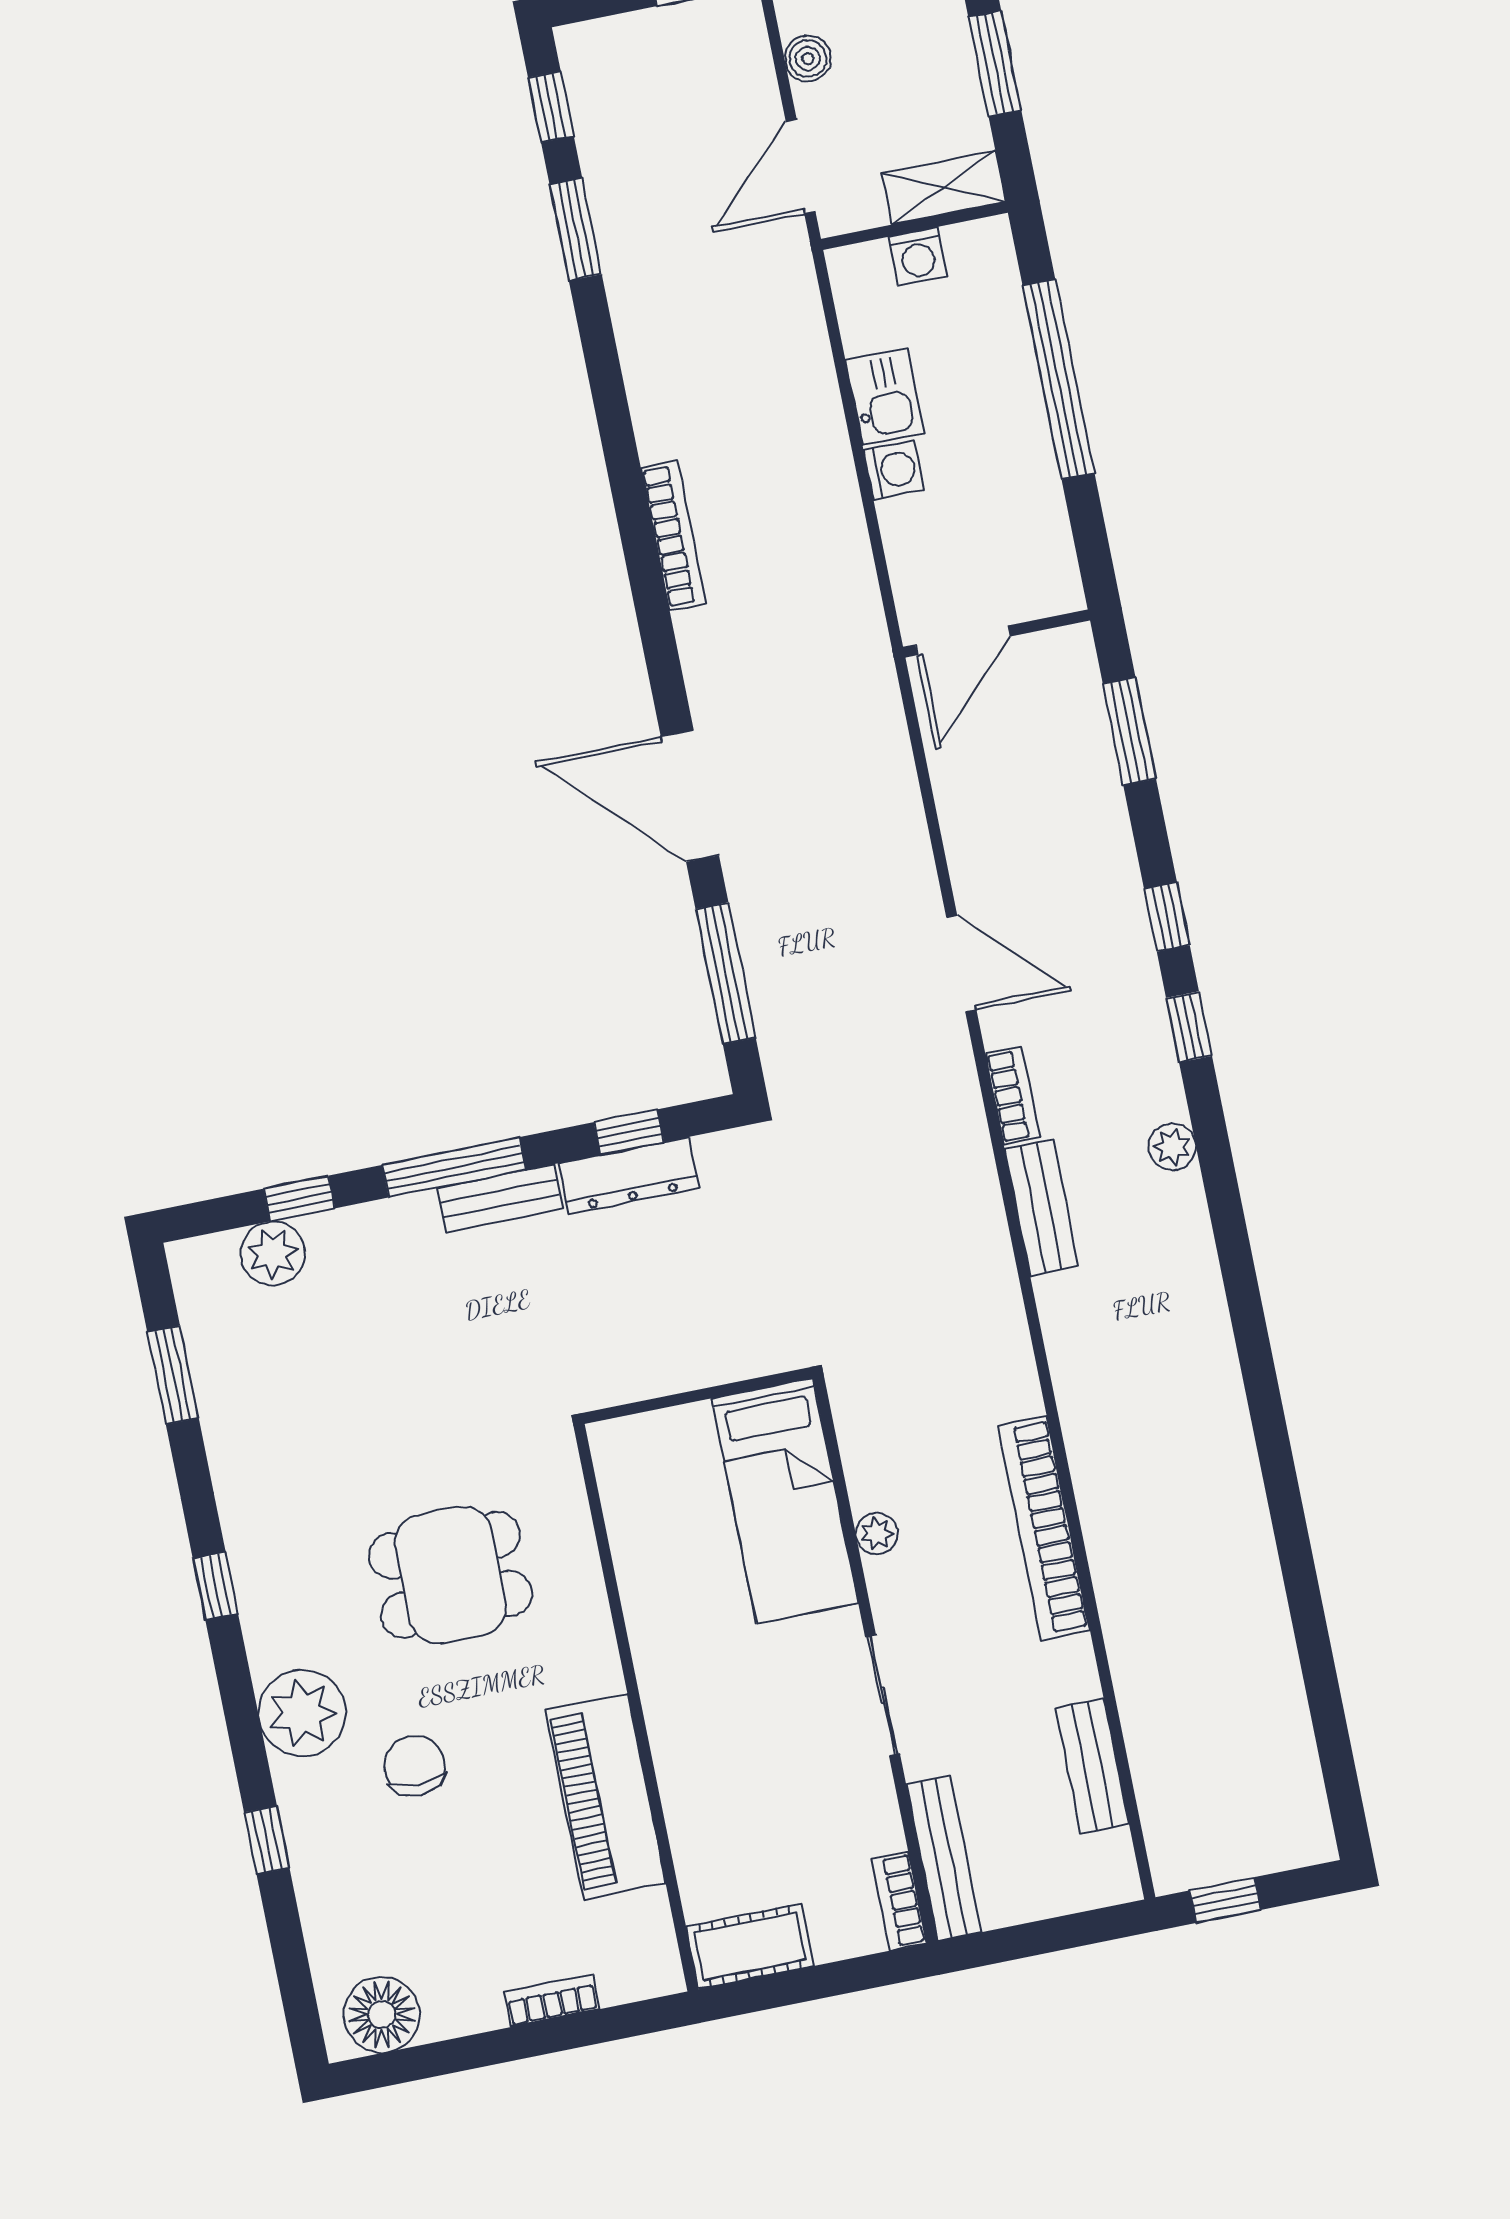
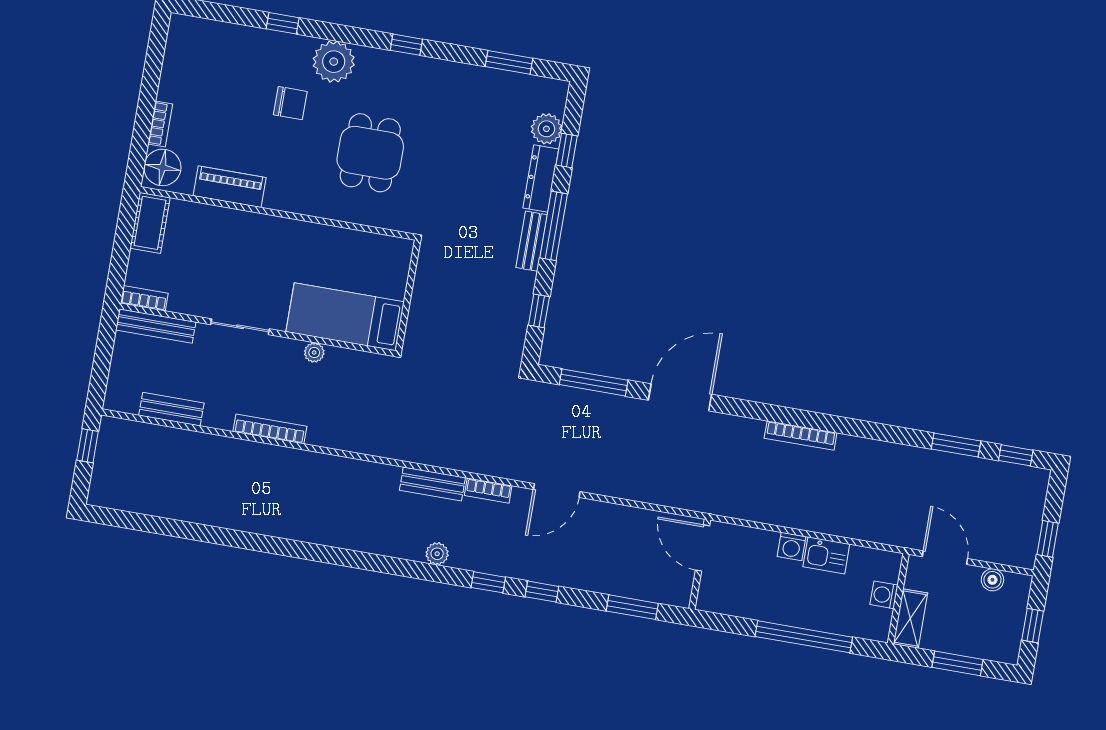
dresser: (629, 1176) -> (541, 179), moved
bookcase: (1044, 1528) -> (270, 429), width x0.68, depth x0.76
piano: (605, 1797) -> (230, 187), width x0.73, depth x0.75
floor lamp: (382, 2014) -> (162, 167), moved

